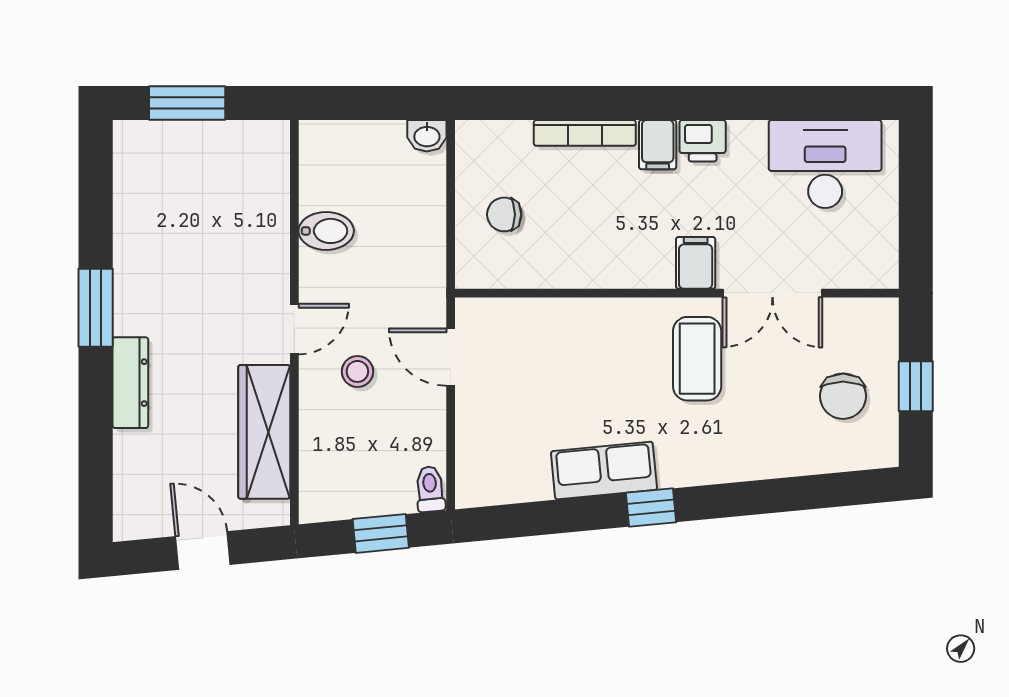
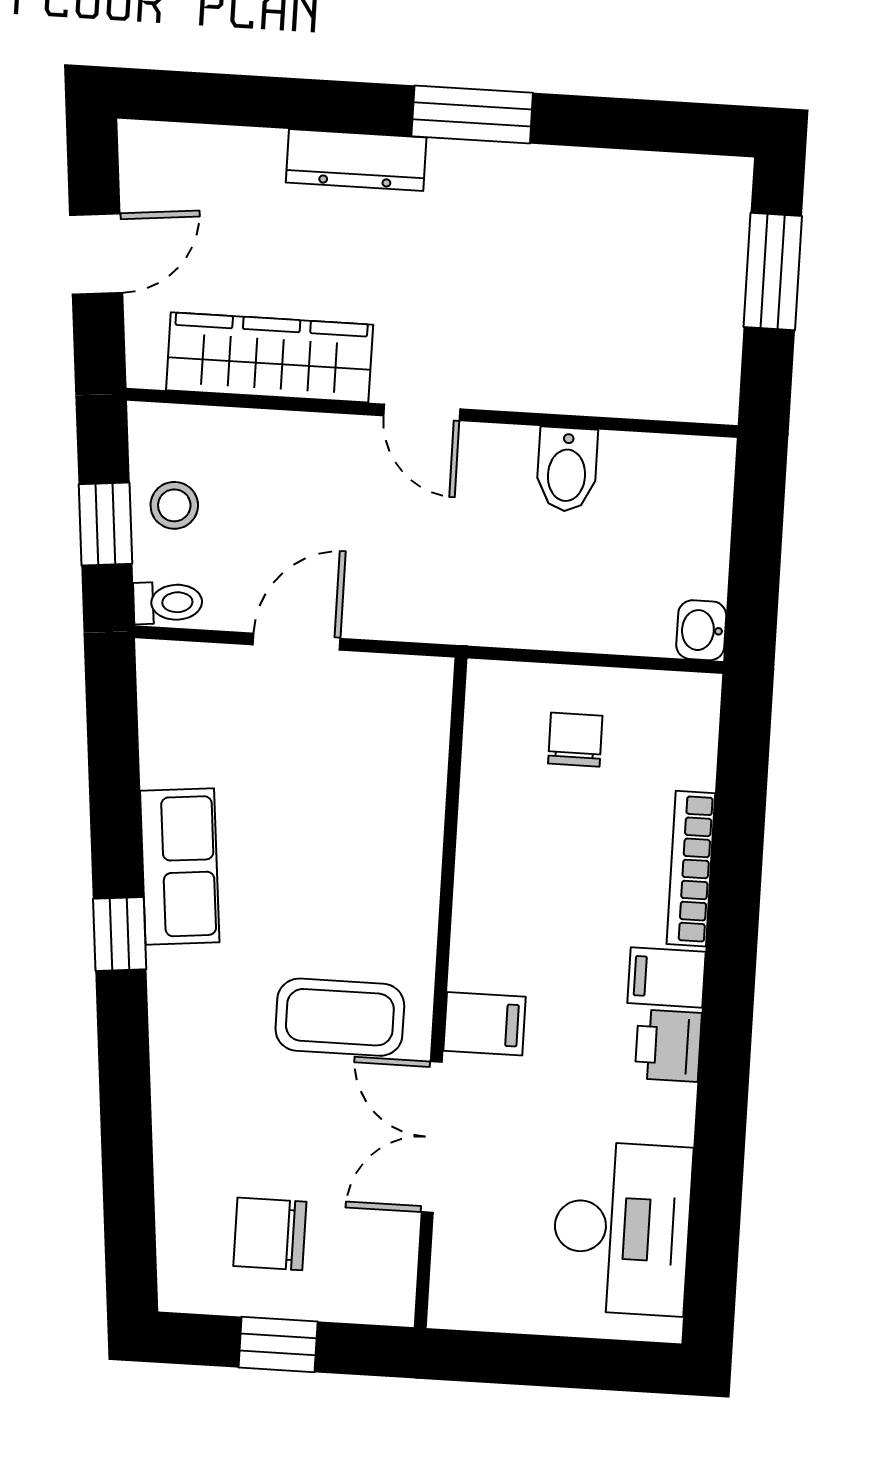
door: (451, 357) -> (297, 642), moved
stool: (357, 371) -> (174, 505), moved

